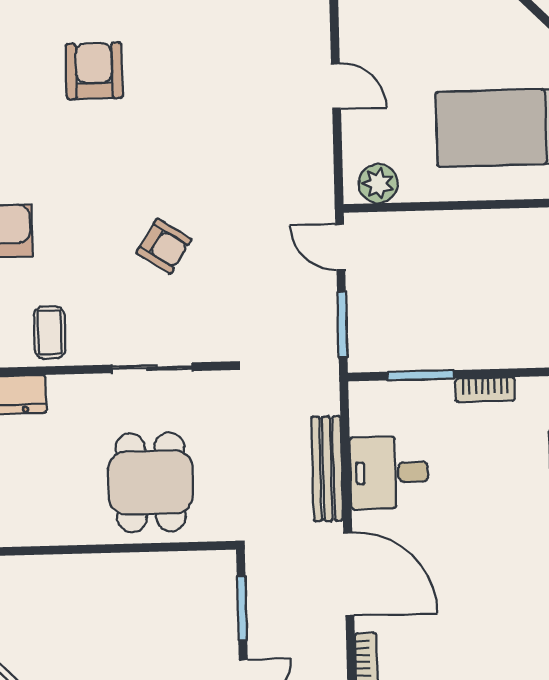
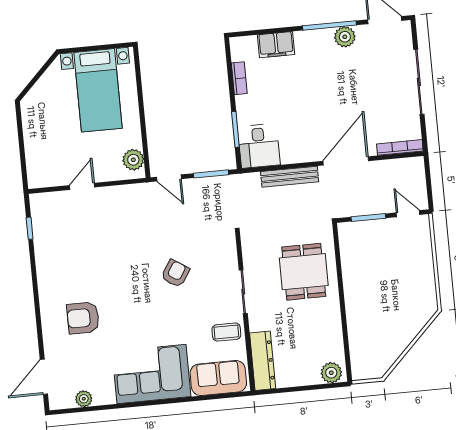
door: (340, 247) -> (169, 178), hinge flipped
sliding door: (152, 368) -> (243, 292), moved
bookcase: (485, 390) -> (239, 78), moved
desk: (389, 473) -> (259, 146), moved
dining table: (151, 482) -> (304, 272), turned 90

